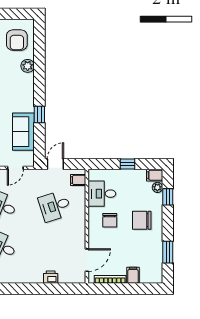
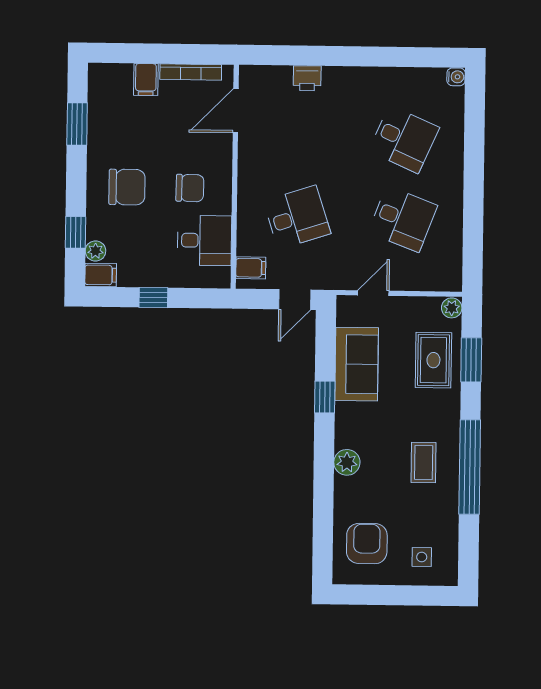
plant: (28, 66) -> (347, 462), moved
chair: (110, 220) -> (190, 188), turned 91

